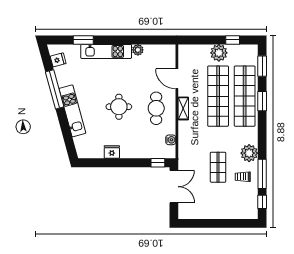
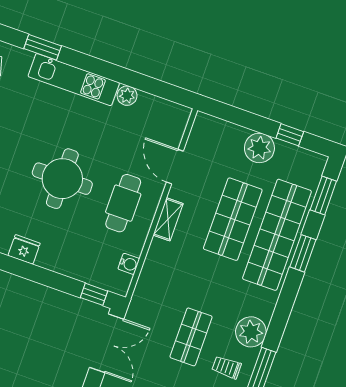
shop shelf: (218, 96) -> (233, 219), width x0.71
round table: (119, 107) -> (62, 179), width x1.36, depth x1.36

